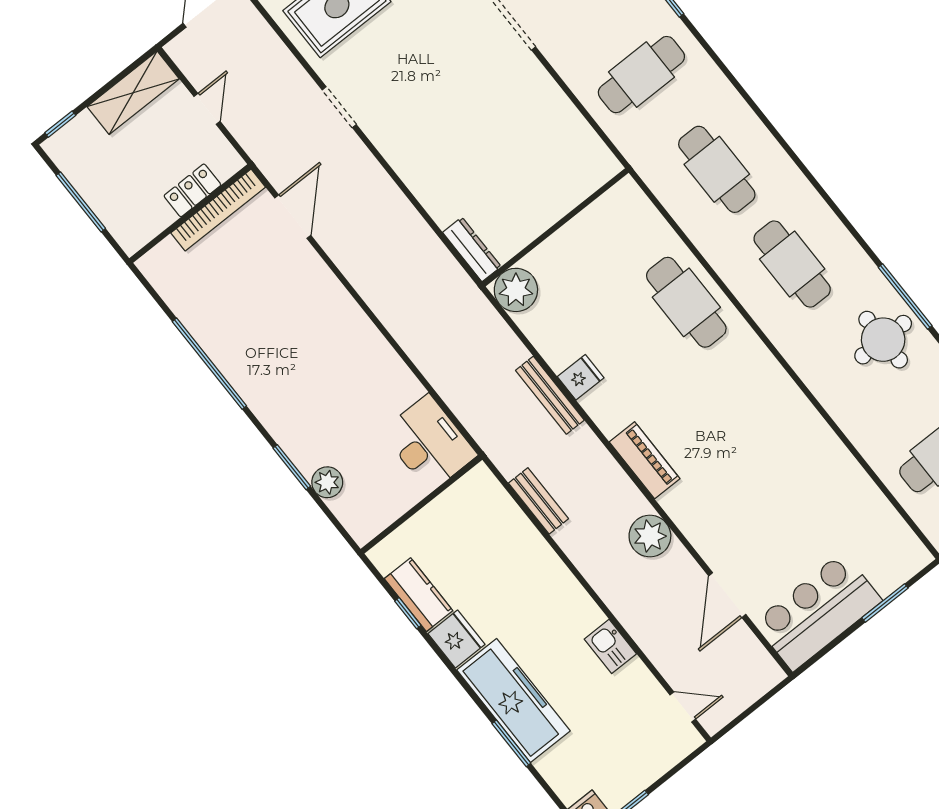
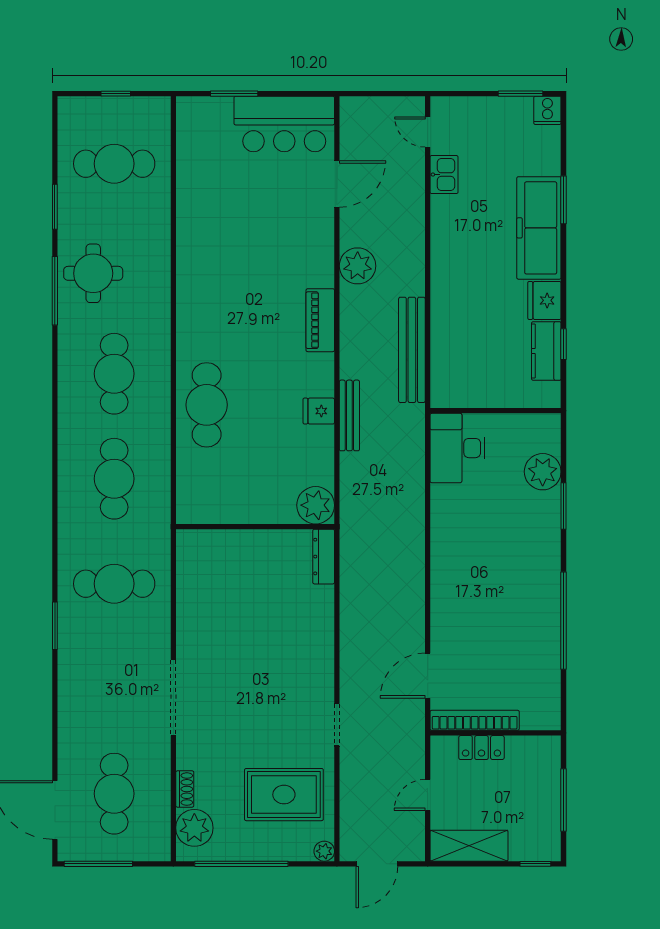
plant: (327, 482) -> (543, 472), width x1.36, depth x1.36
bench: (539, 501) -> (412, 350), width x1.86, depth x1.21
kitchen sink: (610, 646) -> (444, 175), moved

